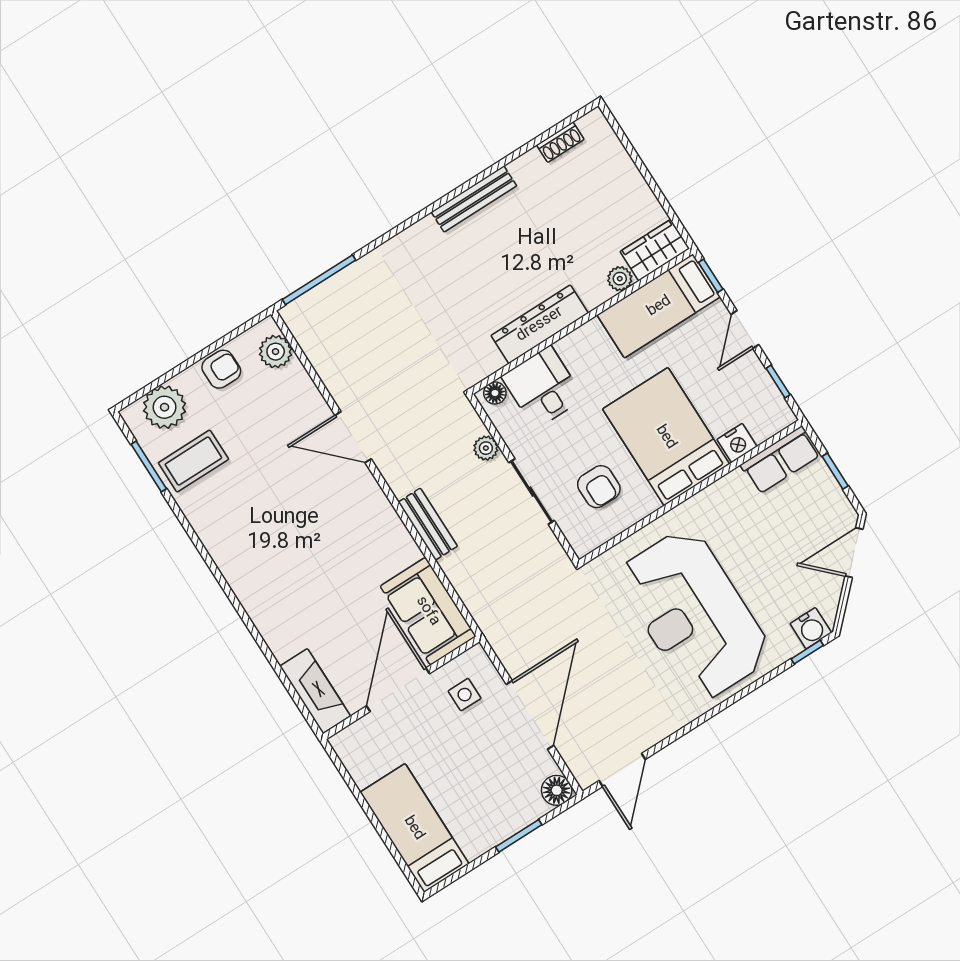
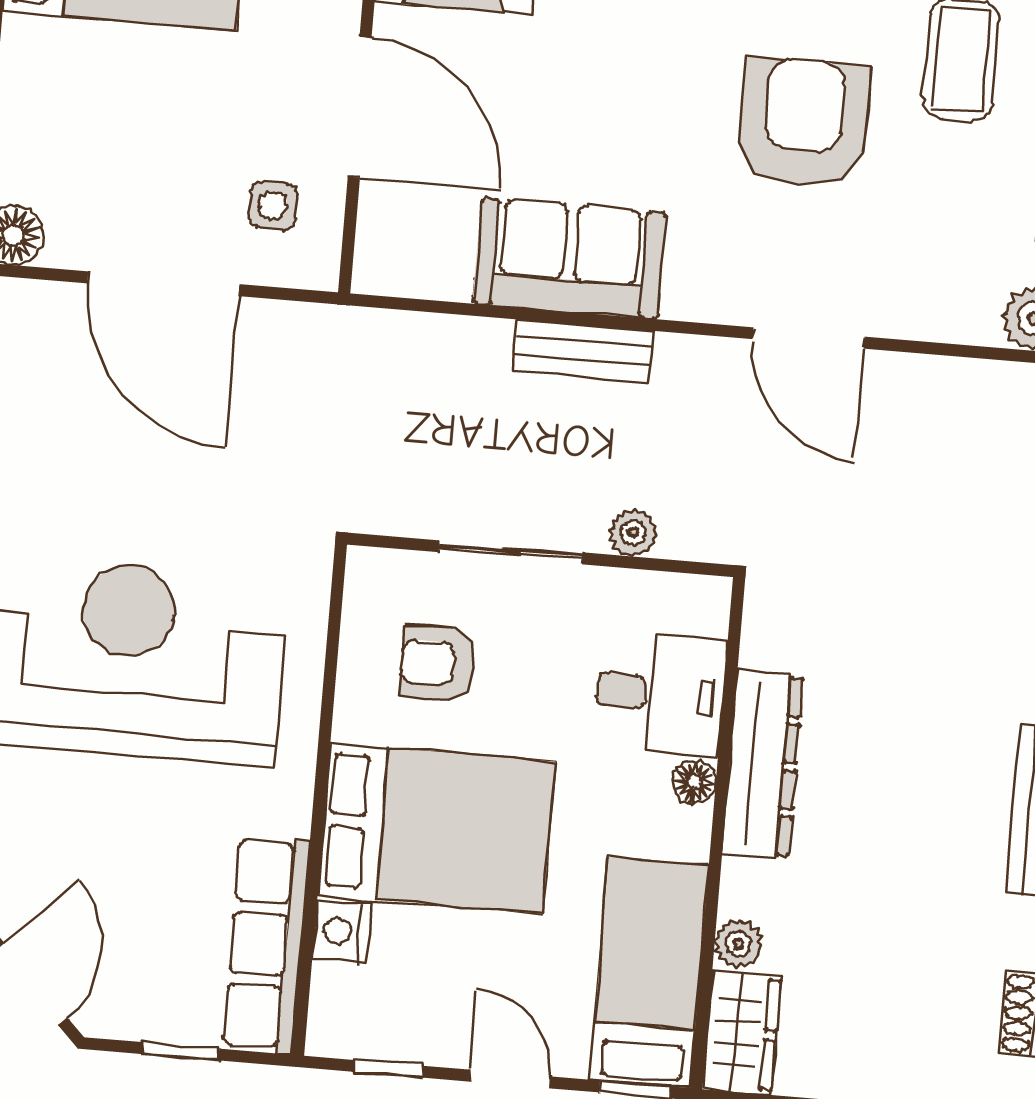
floor lamp: (495, 393) -> (694, 782), moved
door: (353, 437) -> (808, 338), swing flipped
row of seats: (780, 460) -> (266, 944), width x1.48
armchair: (267, 505) -> (804, 122), added
sofa: (428, 611) -> (569, 258), moved

